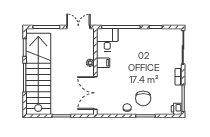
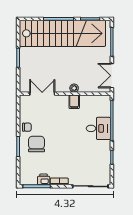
double door: (78, 27) -> (112, 76), swing flipped
desk: (107, 40) -> (98, 128), moved
double door: (95, 93) -> (42, 94), width x0.73
chair: (143, 98) -> (36, 144), turned 90
printer: (177, 109) -> (44, 179), moved

